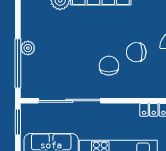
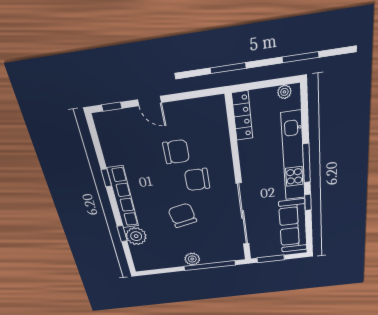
chair: (76, 47) -> (182, 215), added
chair: (136, 52) -> (176, 152), turned -88

